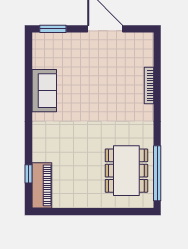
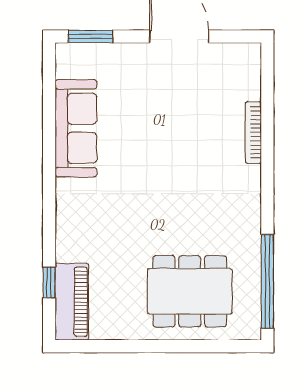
sofa: (44, 91) -> (76, 128), width x1.36
dining table: (126, 171) -> (190, 291), moved, turned 90

